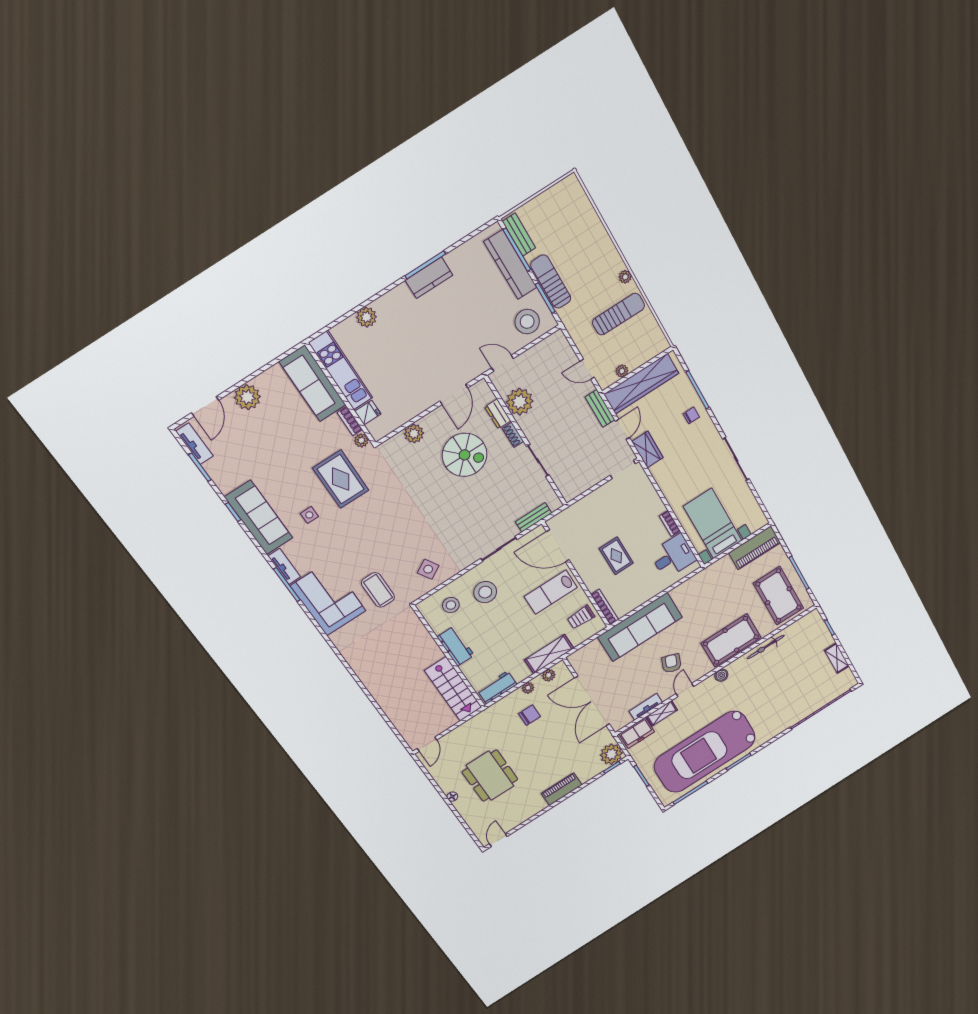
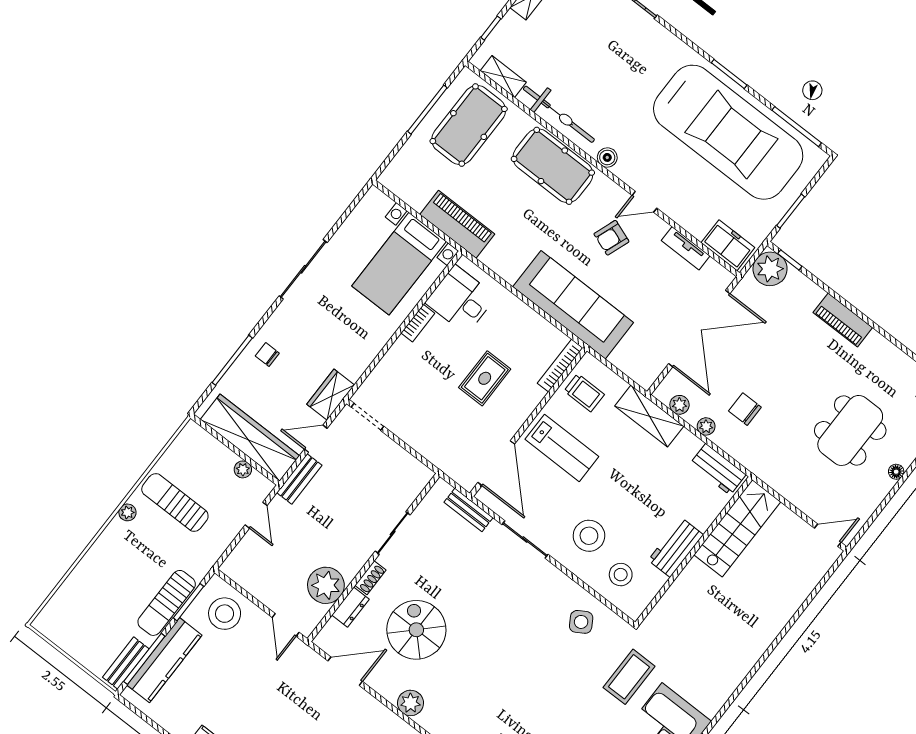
piano: (754, 548) -> (457, 224), moved
bicycle: (766, 647) -> (559, 114), width x1.37, depth x1.40
shelving: (662, 713) -> (503, 76), moved

